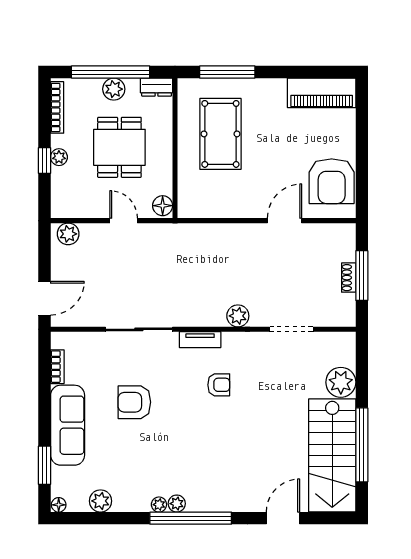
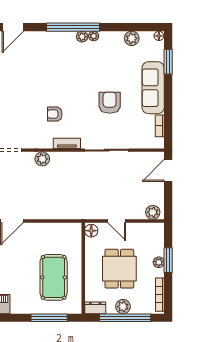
window: (45, 161) -> (168, 260), width x1.50
armchair: (134, 402) -> (110, 103), turned -90

